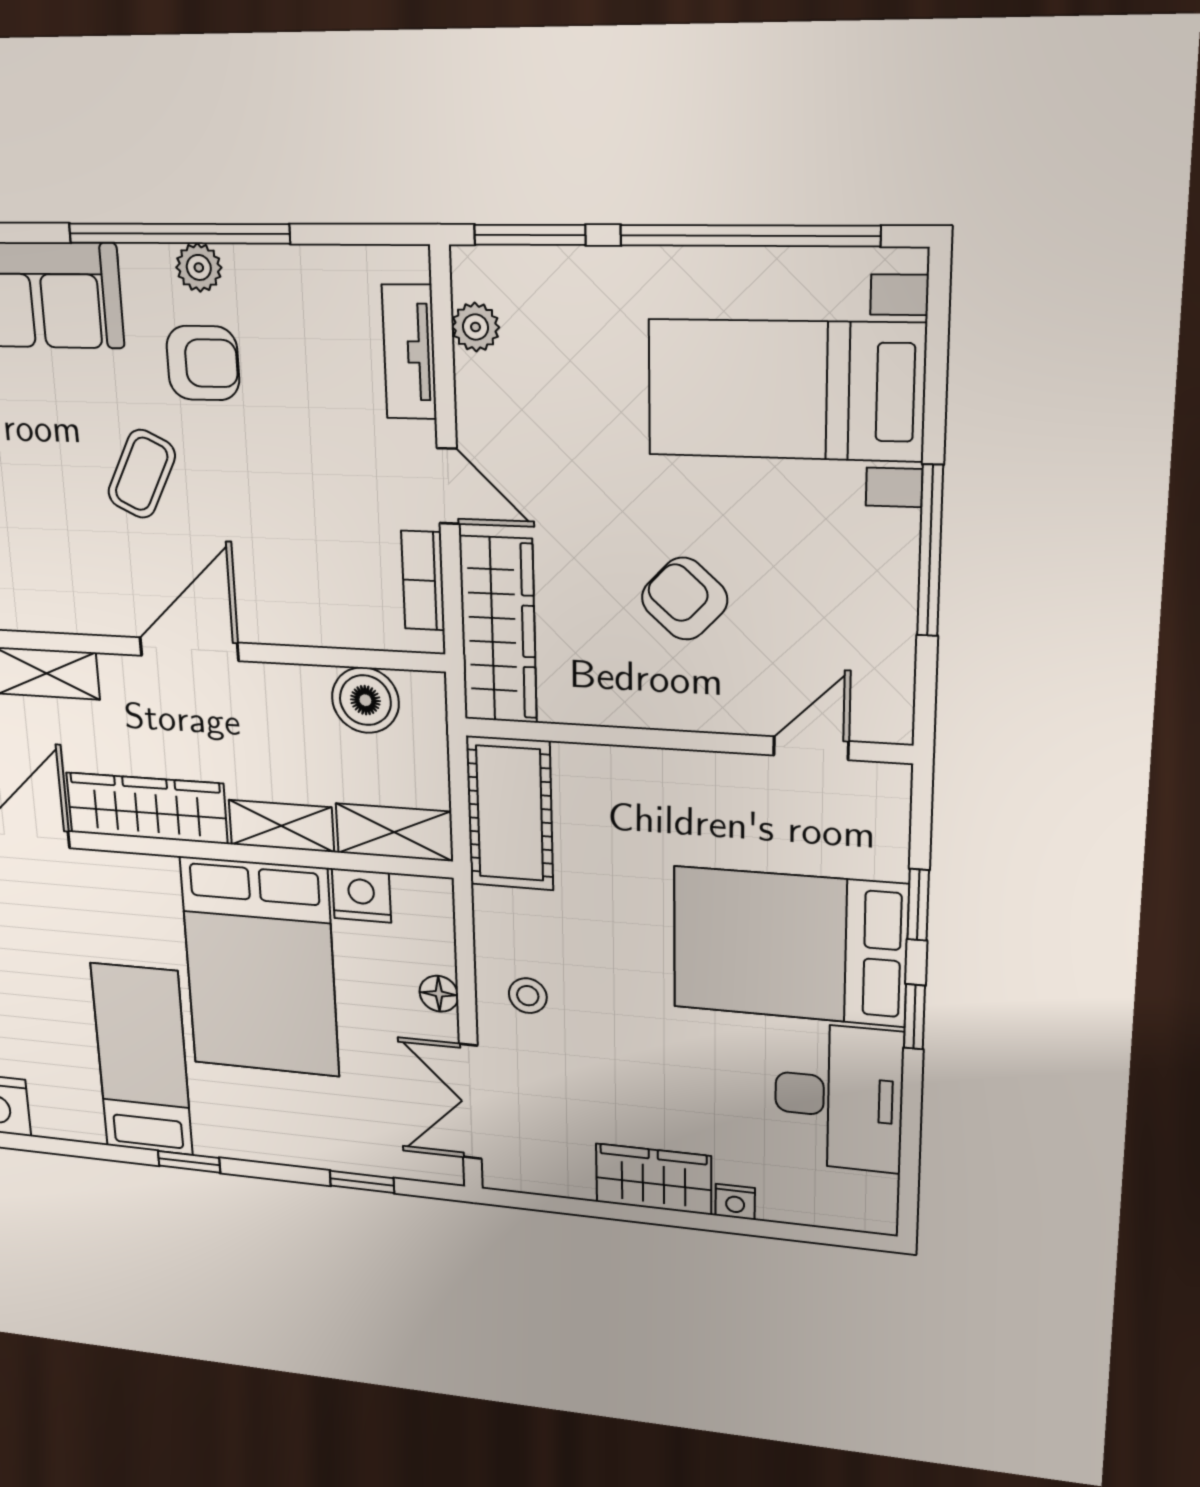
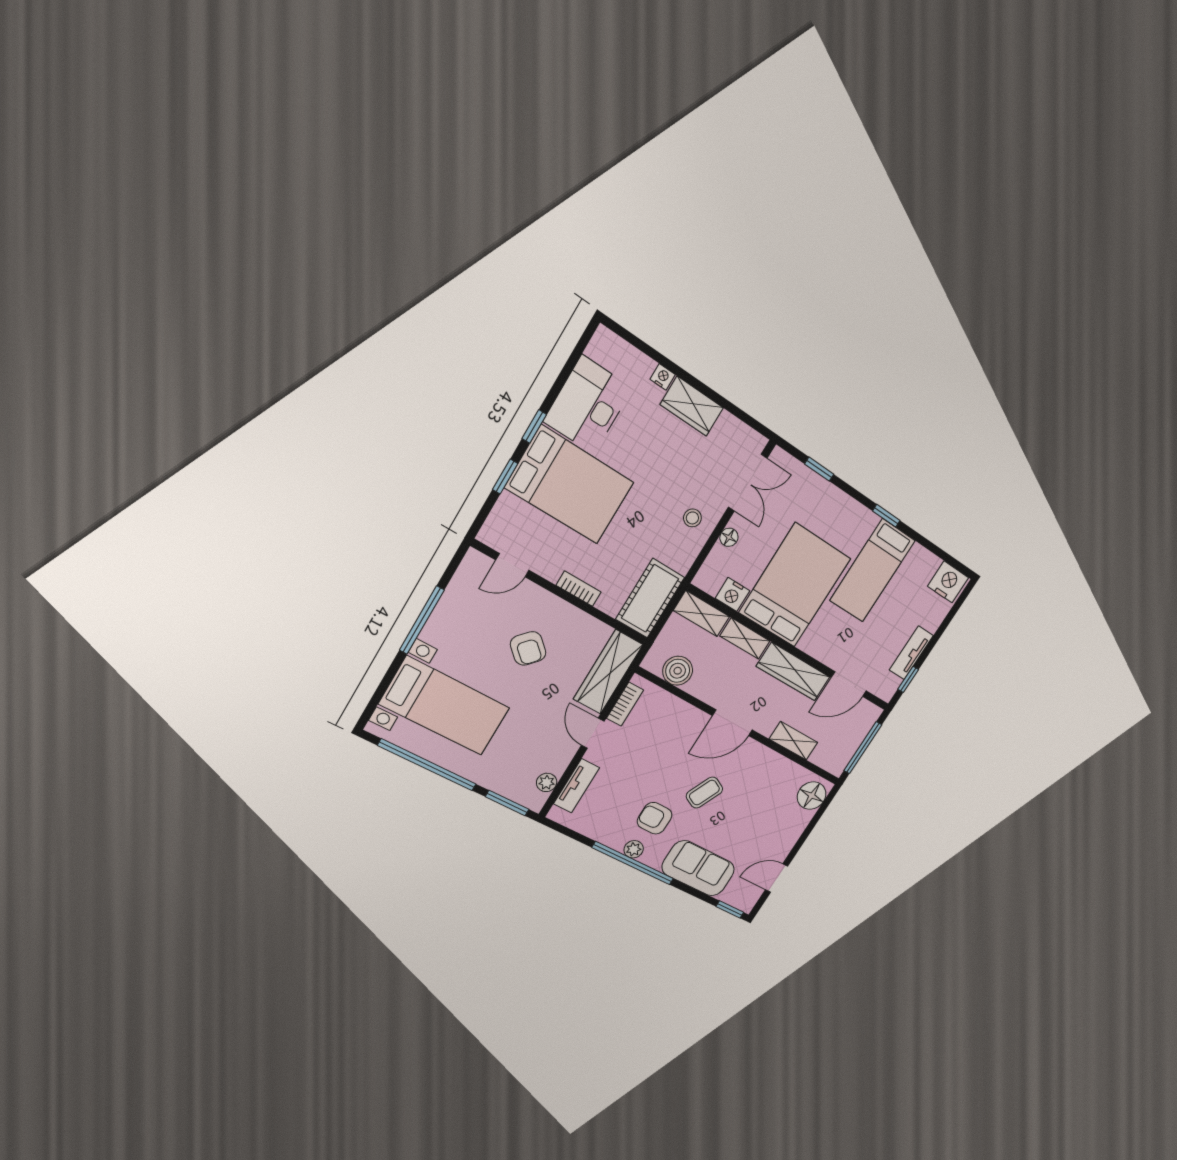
bookcase: (657, 765) -> (579, 589), added

